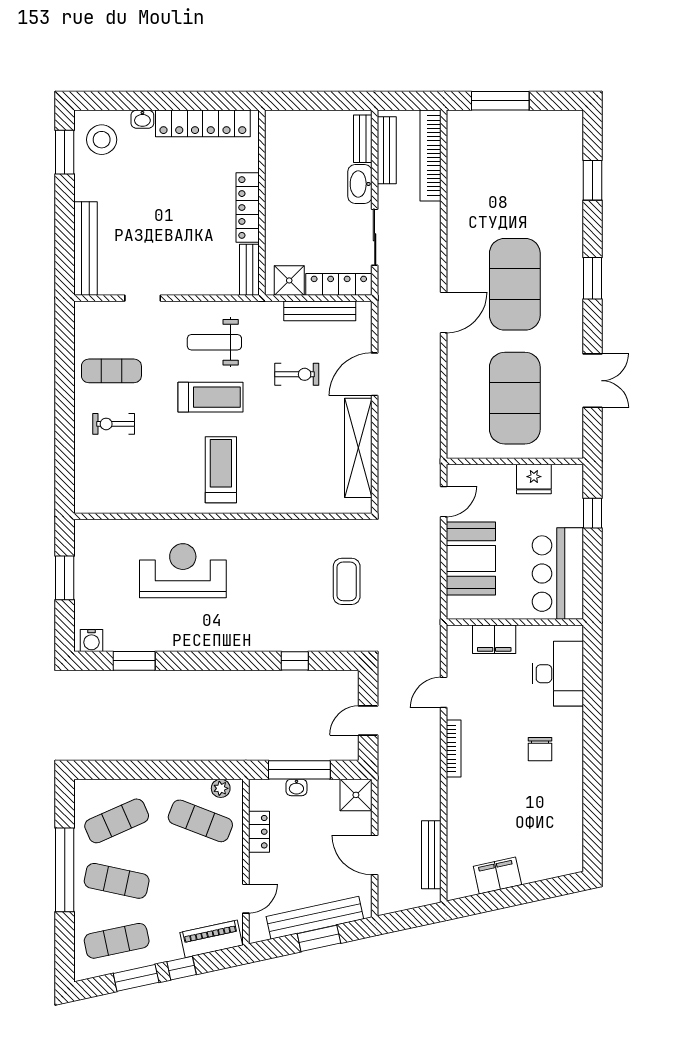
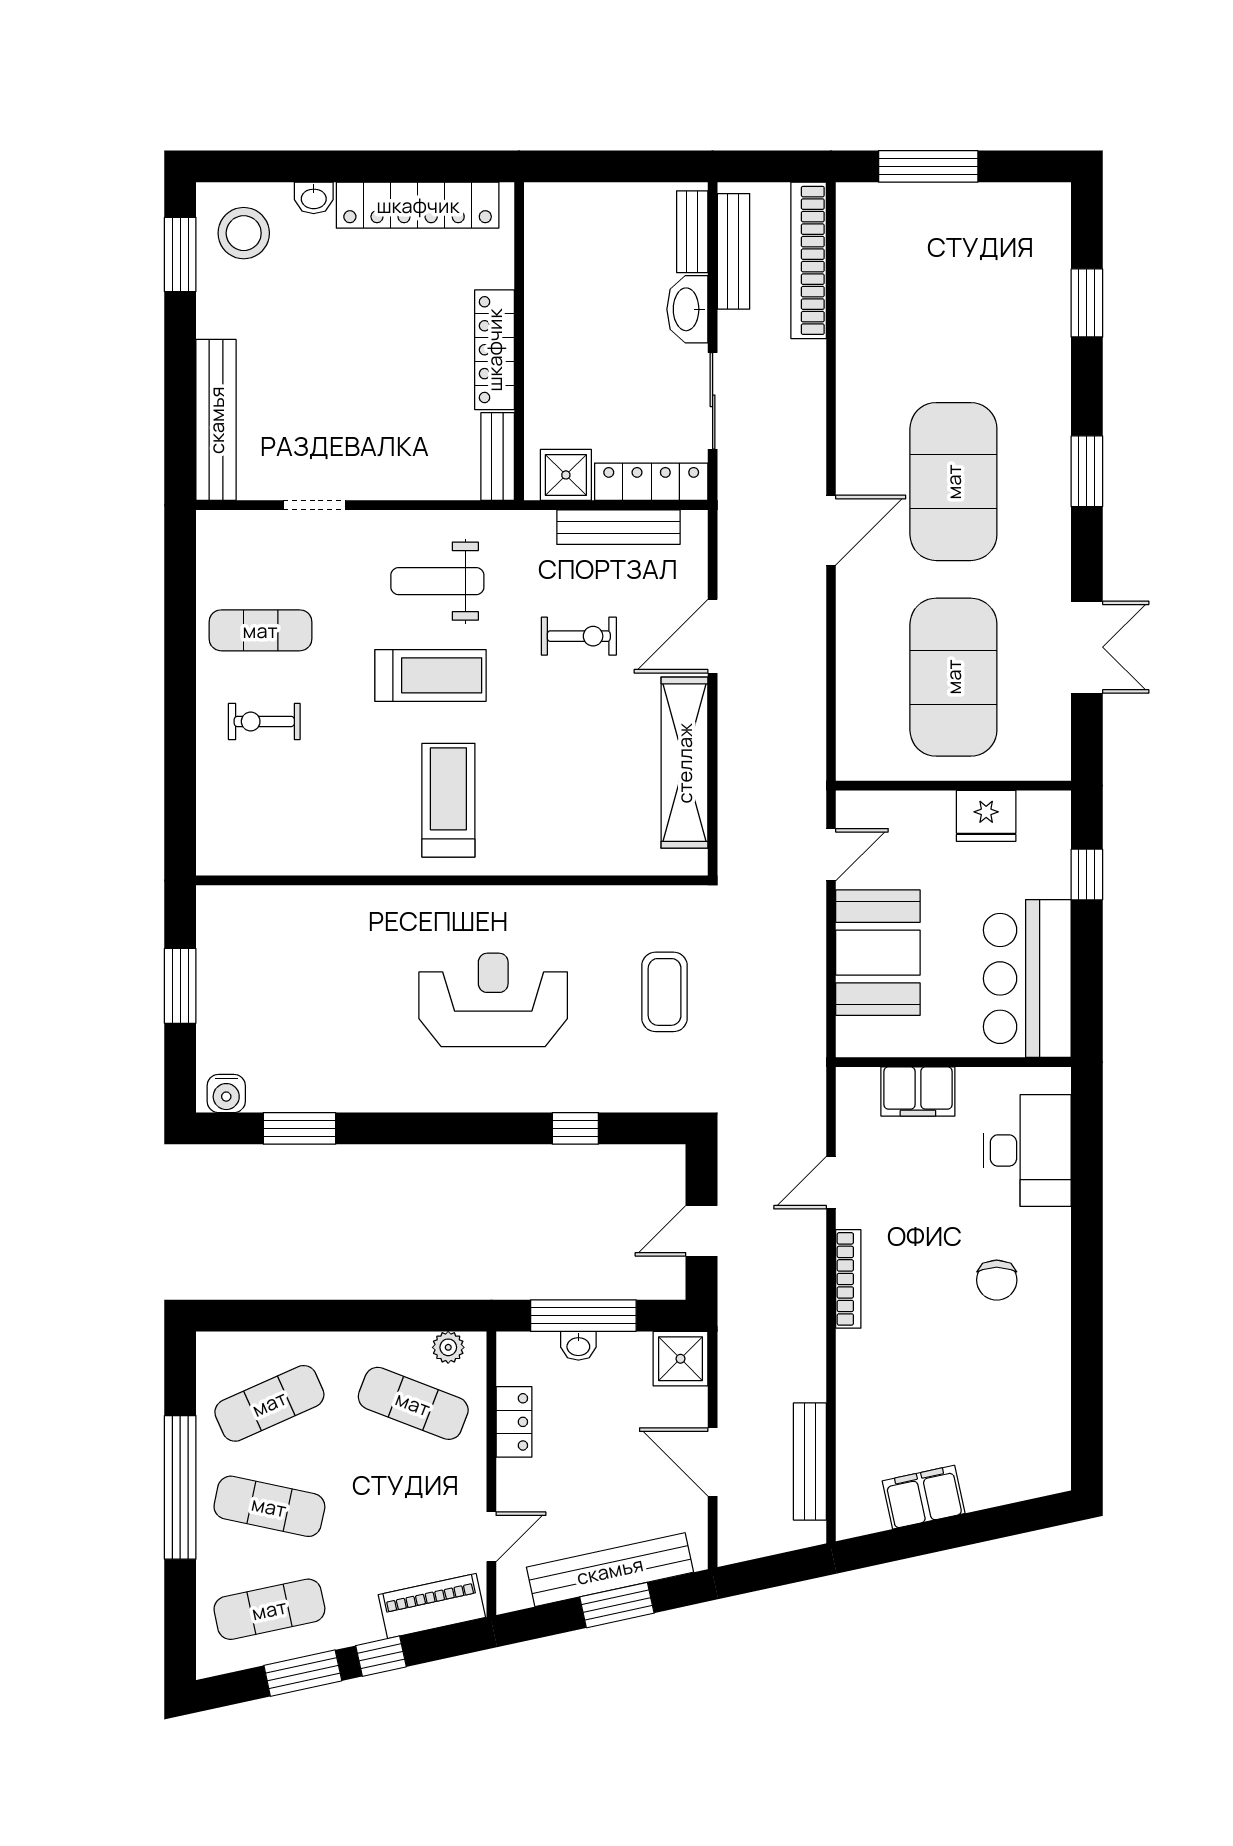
reception desk: (183, 571) -> (493, 1000), moved

